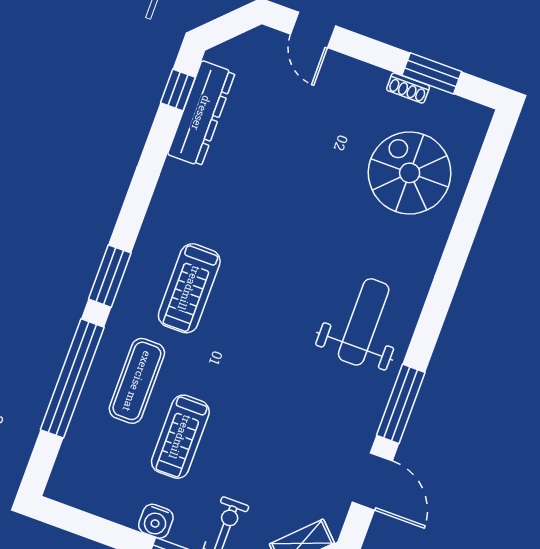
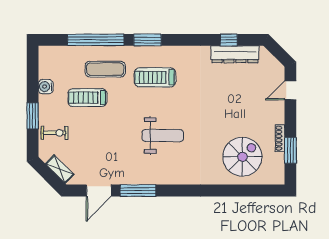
shoe rack: (408, 88) -> (280, 138), width x1.43
window: (178, 90) -> (229, 40), moved
weight bench: (364, 322) -> (163, 136), moved
water cooler: (156, 521) -> (46, 87), moved

